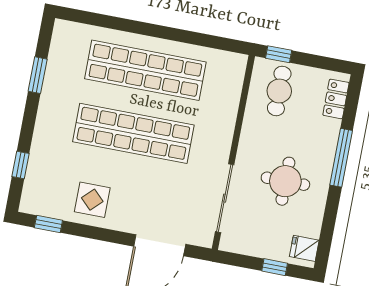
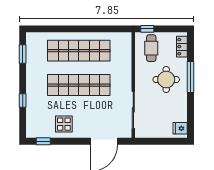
window: (38, 75) -> (23, 54), moved
window: (21, 165) -> (23, 100), moved
round table: (285, 181) -> (166, 80), moved
window: (275, 267) -> (167, 141), removed

